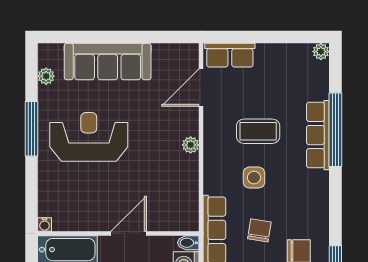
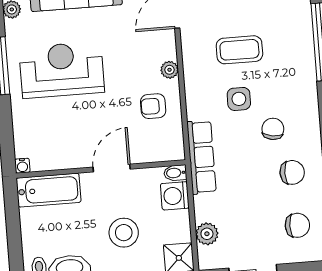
row of seats: (318, 135) -> (303, 49), removed
armchair: (172, 178) -> (153, 106), added
chair: (259, 230) -> (273, 129), moved

